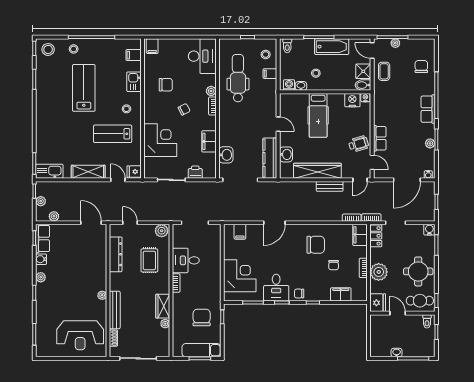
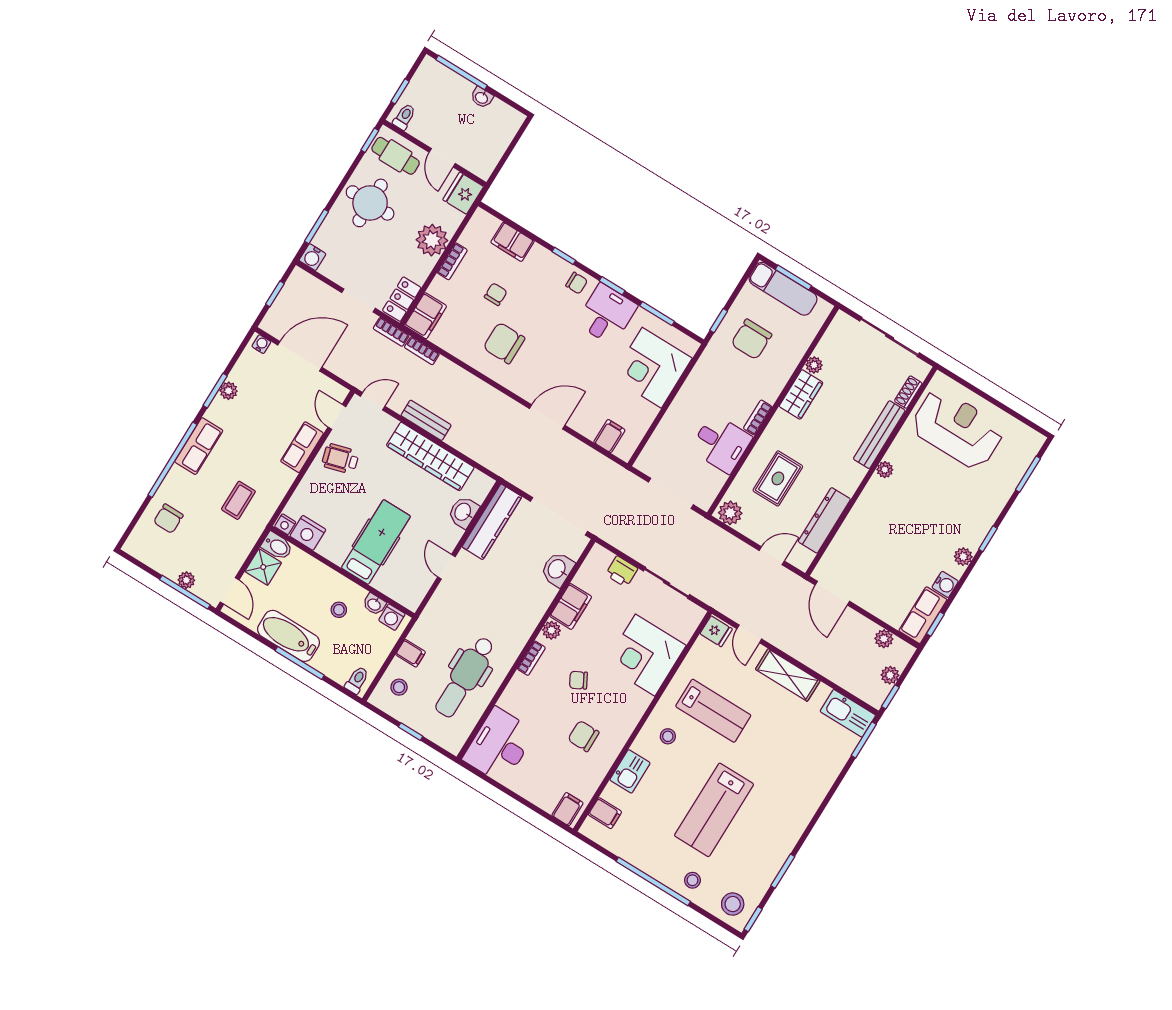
coffee table: (384, 71) -> (238, 500), moved
plant: (211, 91) -> (551, 630), moved
door: (130, 223) -> (772, 556), swing flipped

